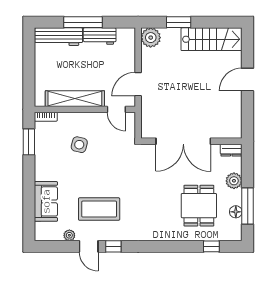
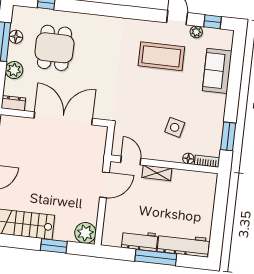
shelving: (75, 99) -> (157, 173), width x0.45, depth x0.75
floor lamp: (63, 117) -> (188, 158), added
window: (113, 246) -> (213, 22), moved

